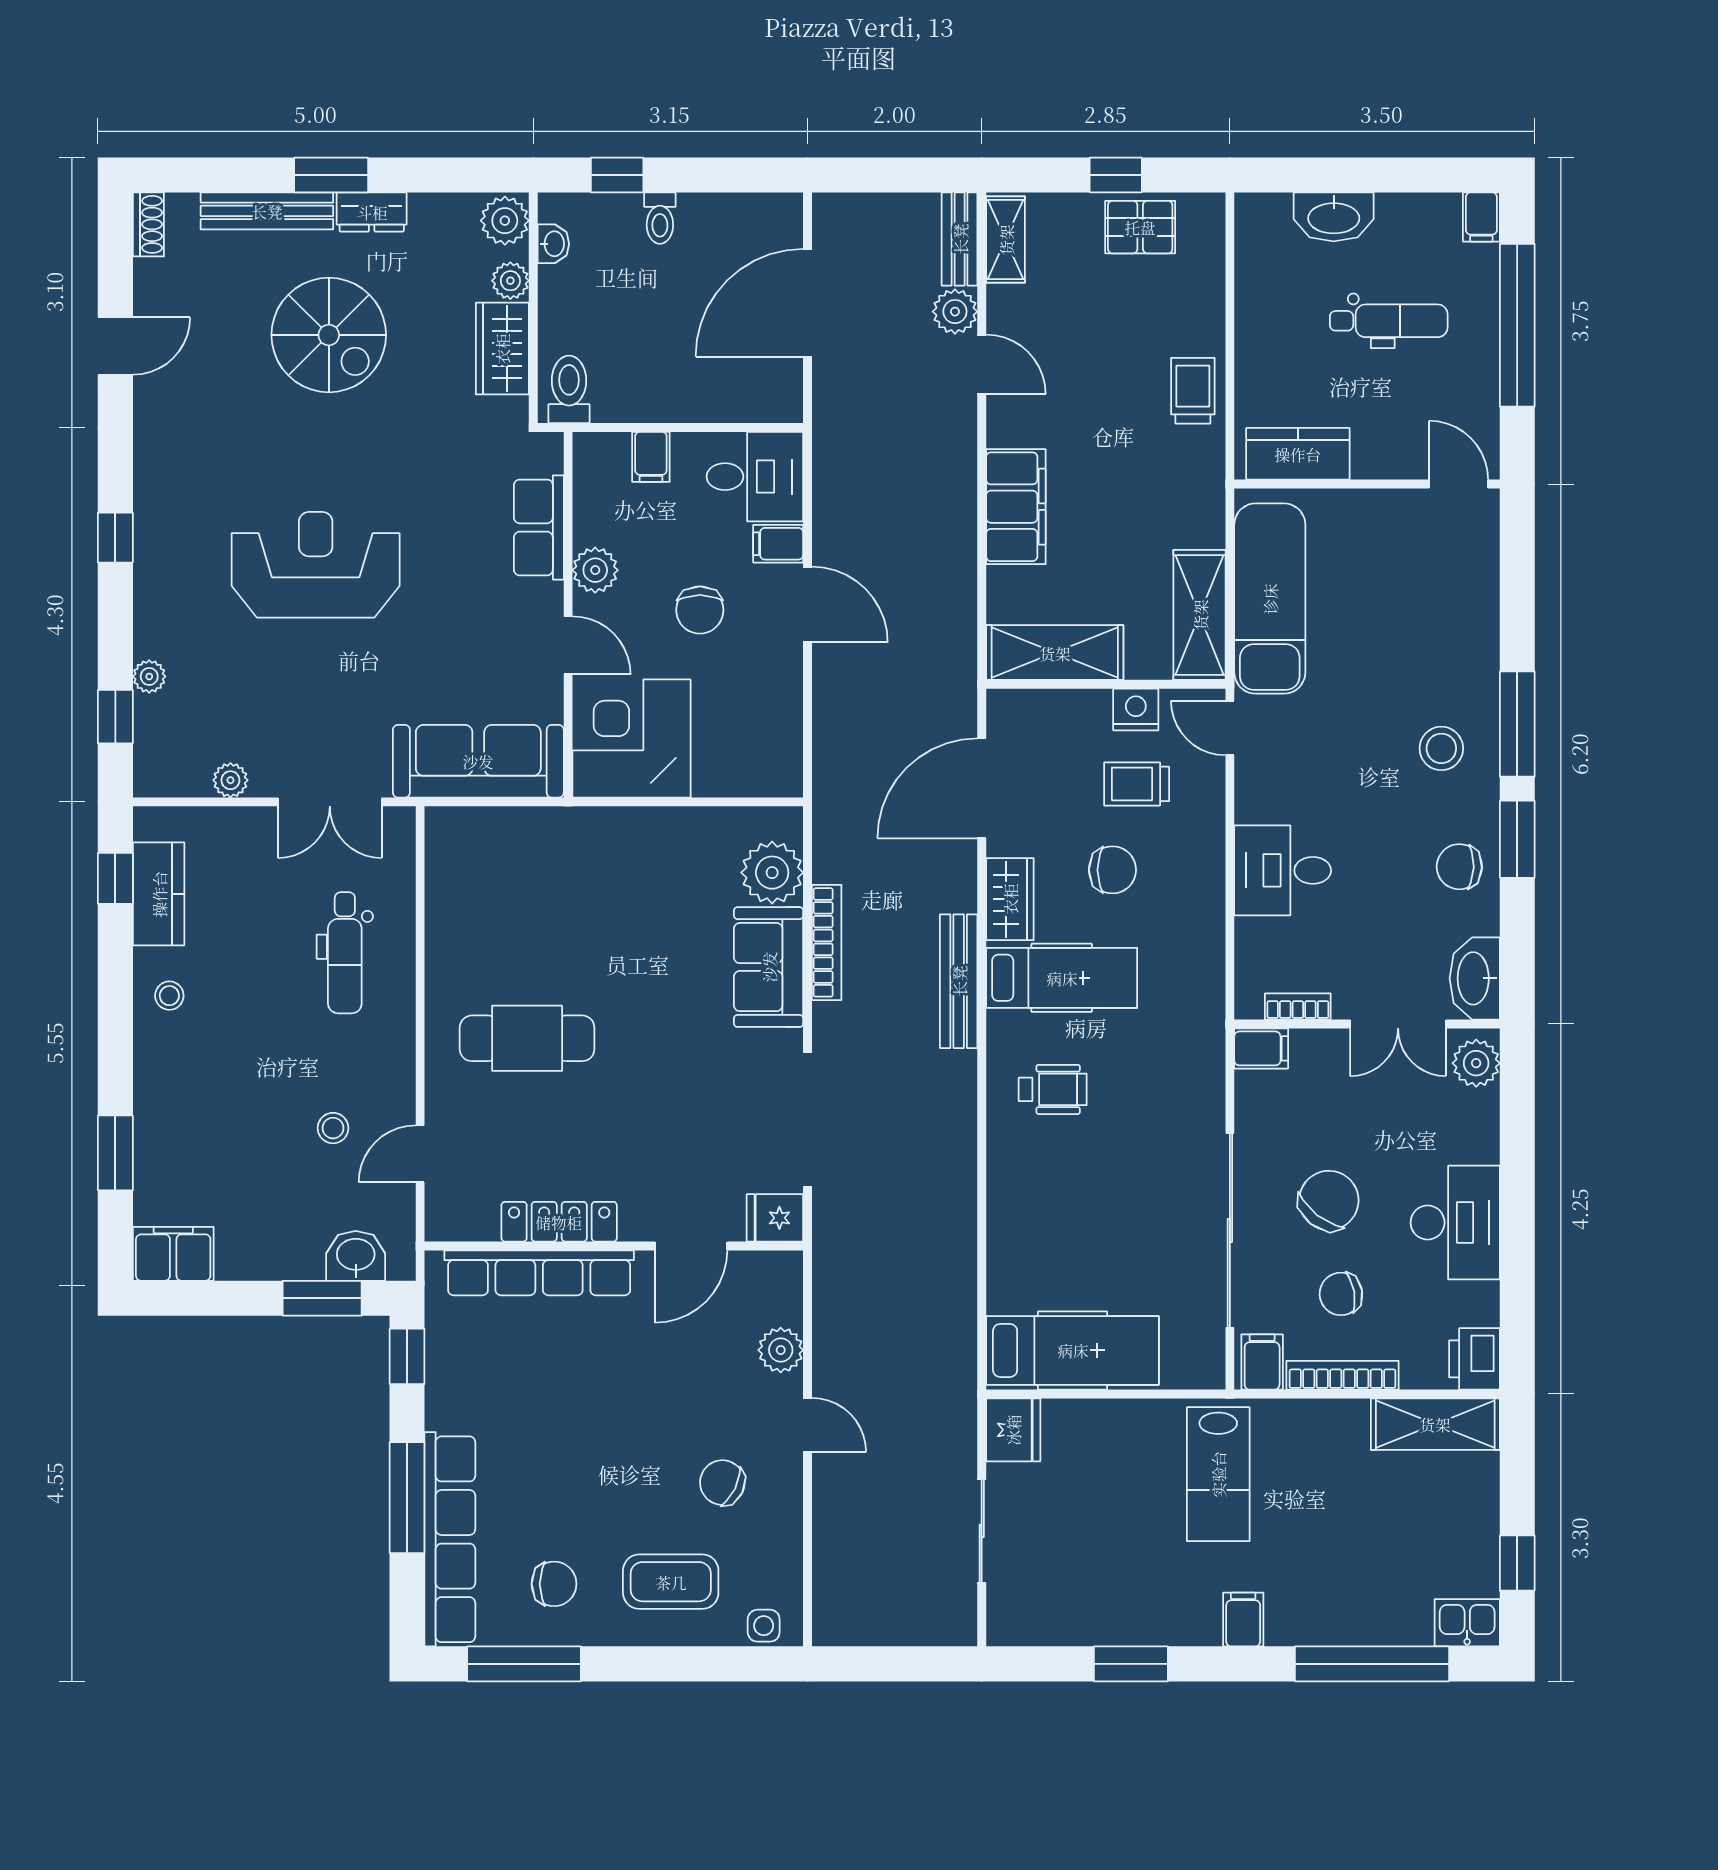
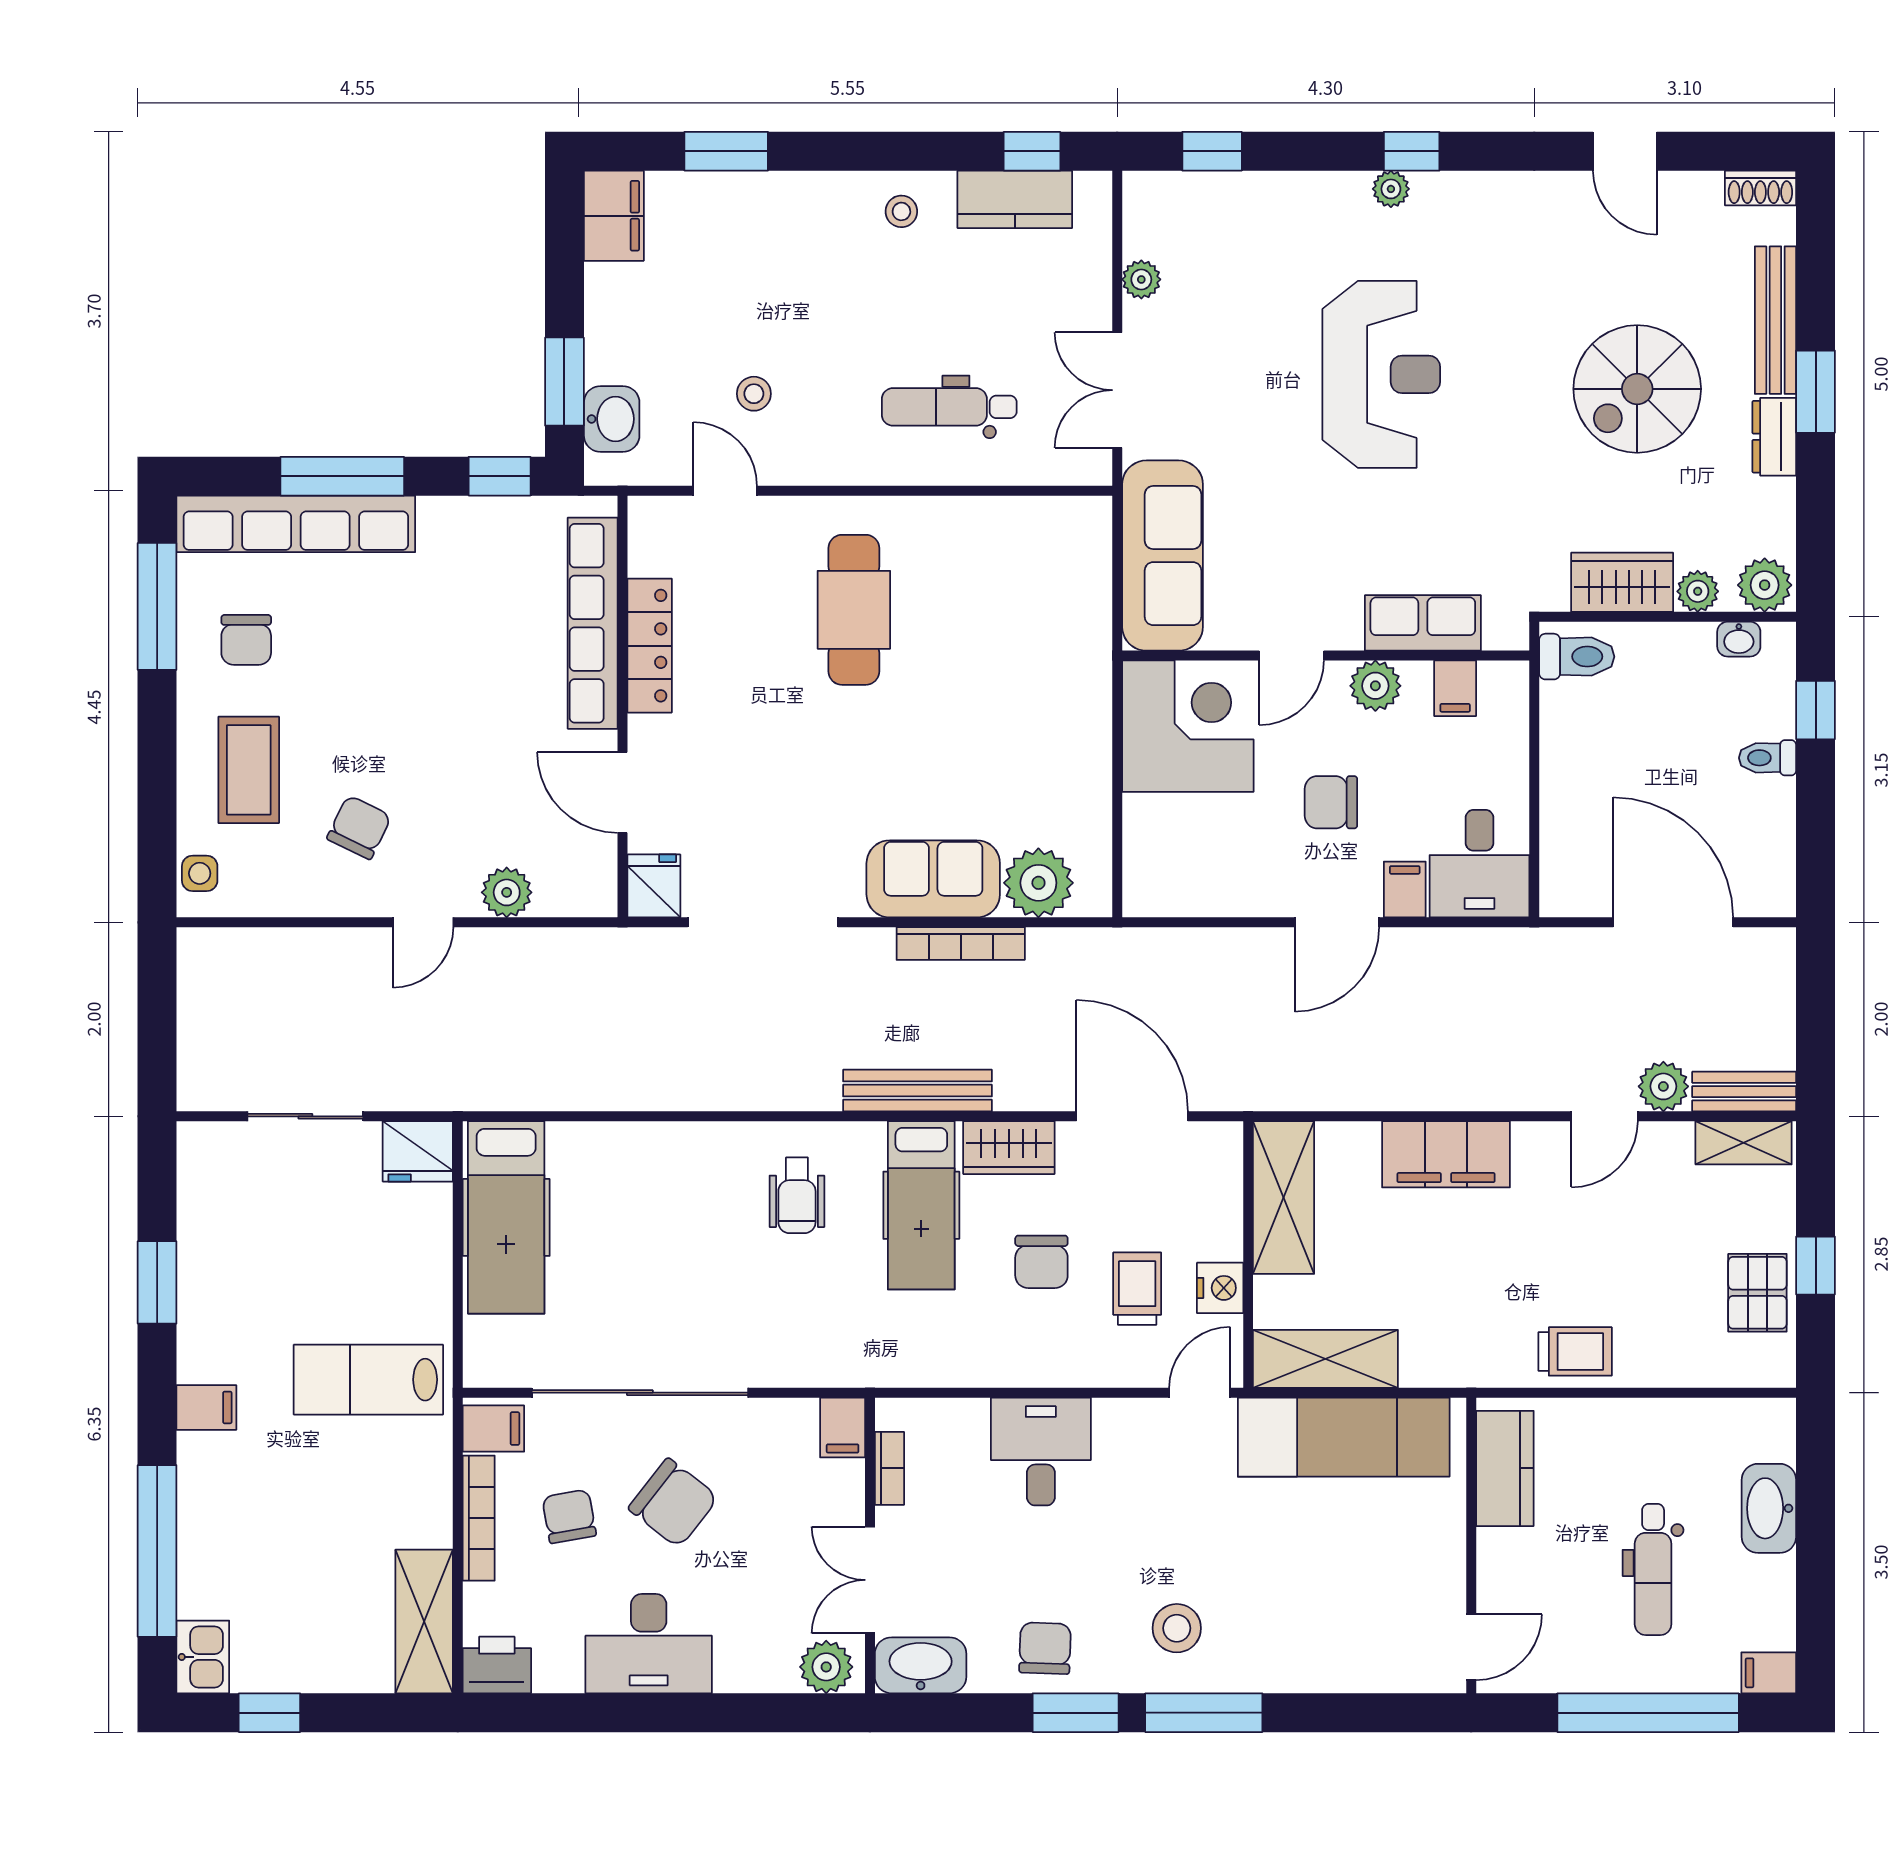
filing cabinet: (651, 457) -> (1455, 688), moved, turned -90
plant: (149, 676) -> (1391, 189), moved

